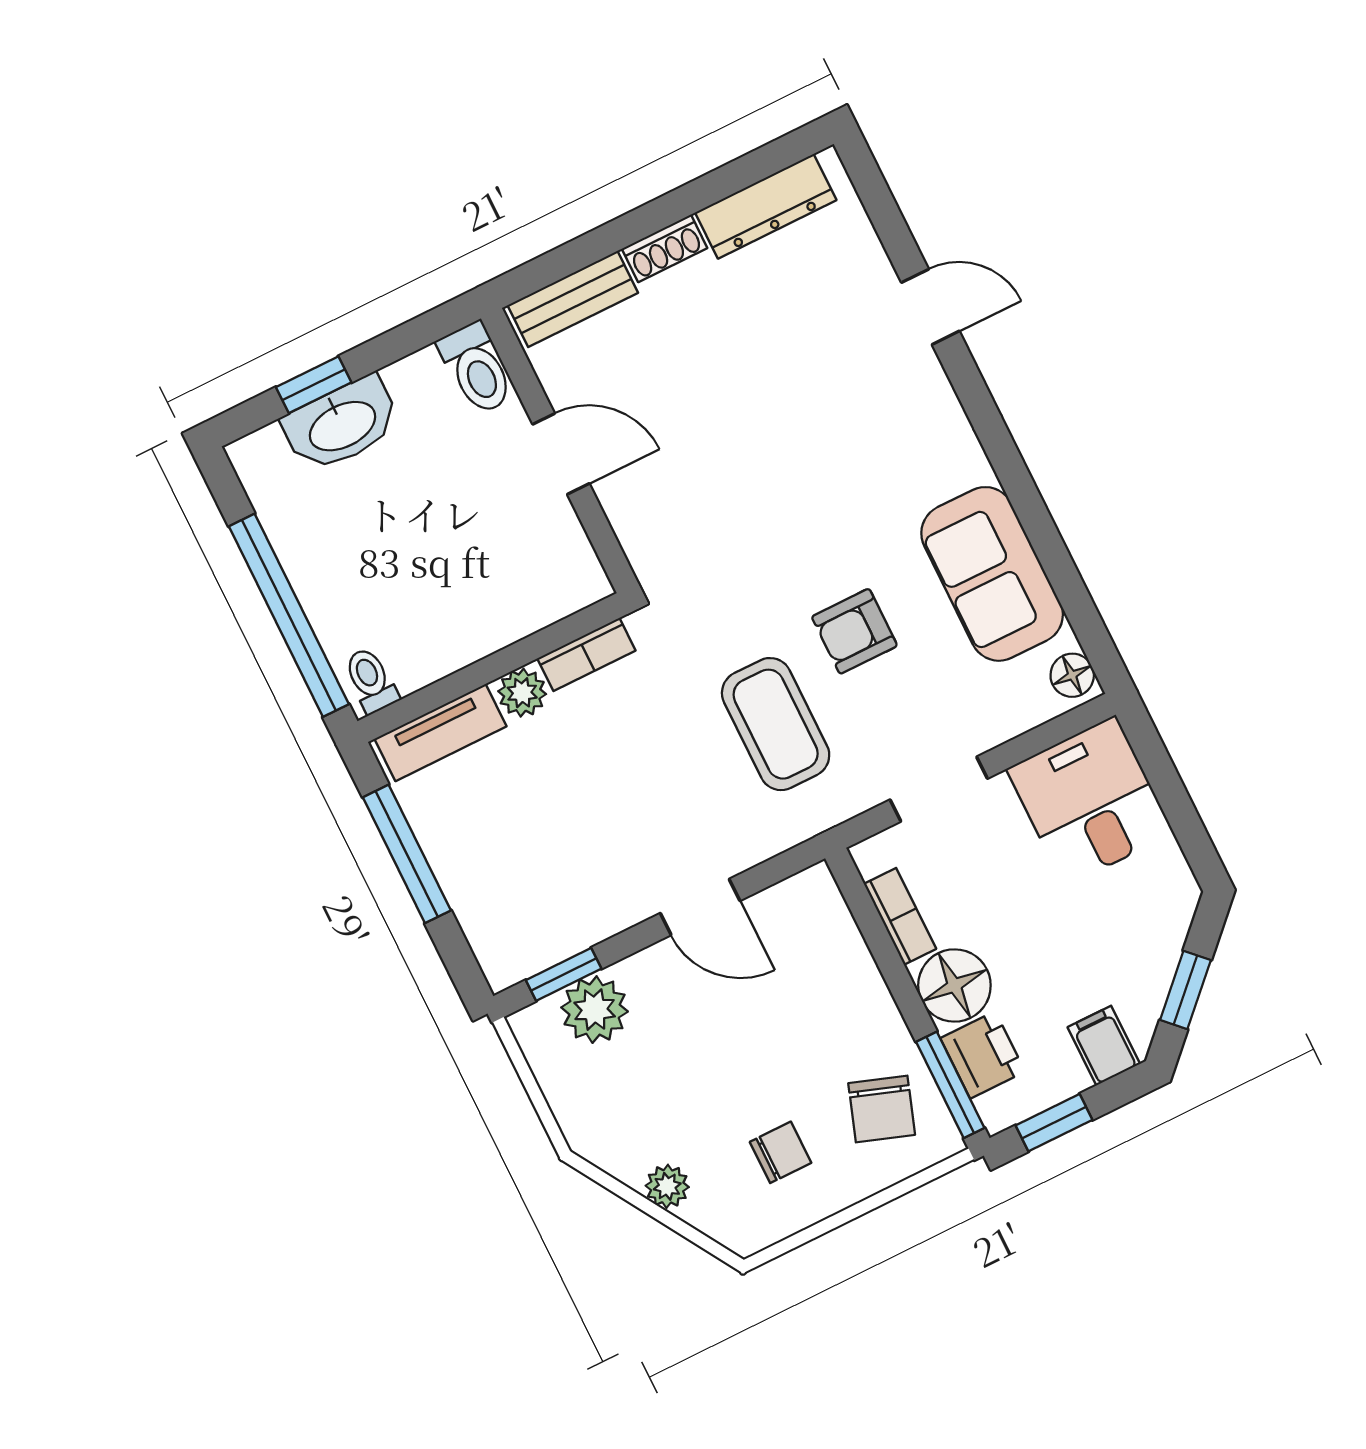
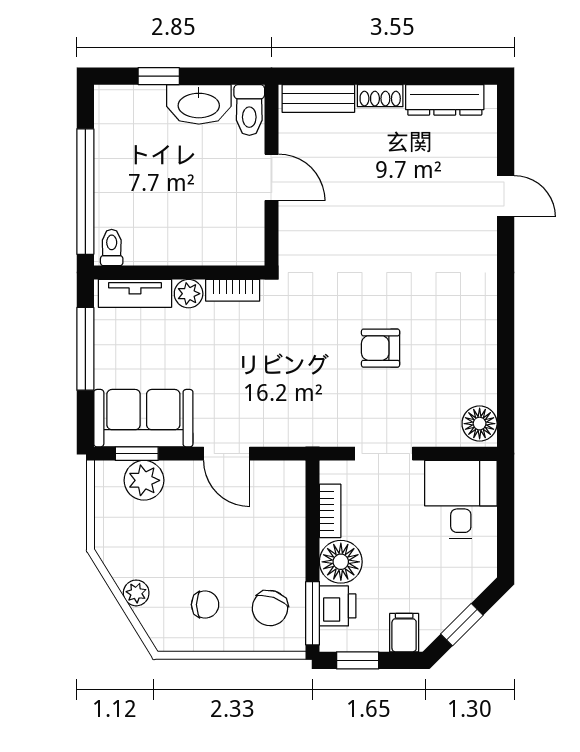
washbasin: (342, 424) -> (199, 104), moved
sofa: (992, 574) -> (143, 418), moved, turned 90
floor lamp: (1072, 675) -> (480, 424), width x1.37, depth x1.37
coffee table: (776, 724) -> (315, 377), removed

